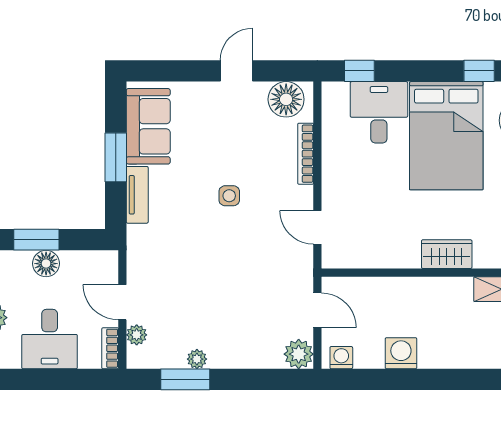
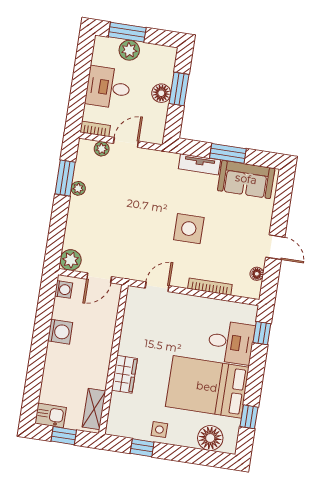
floor lamp: (286, 99) -> (257, 274), width x0.53, depth x0.53
side table: (229, 196) -> (189, 229), width x1.87, depth x1.87

